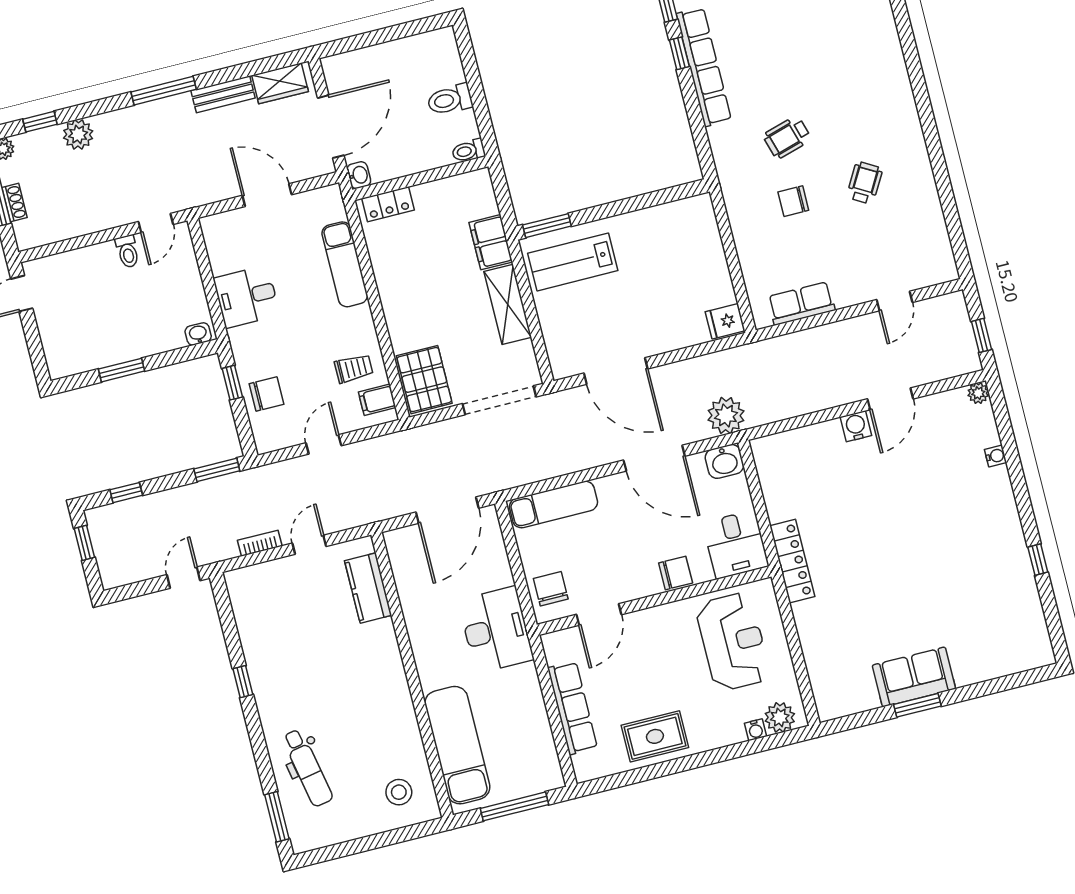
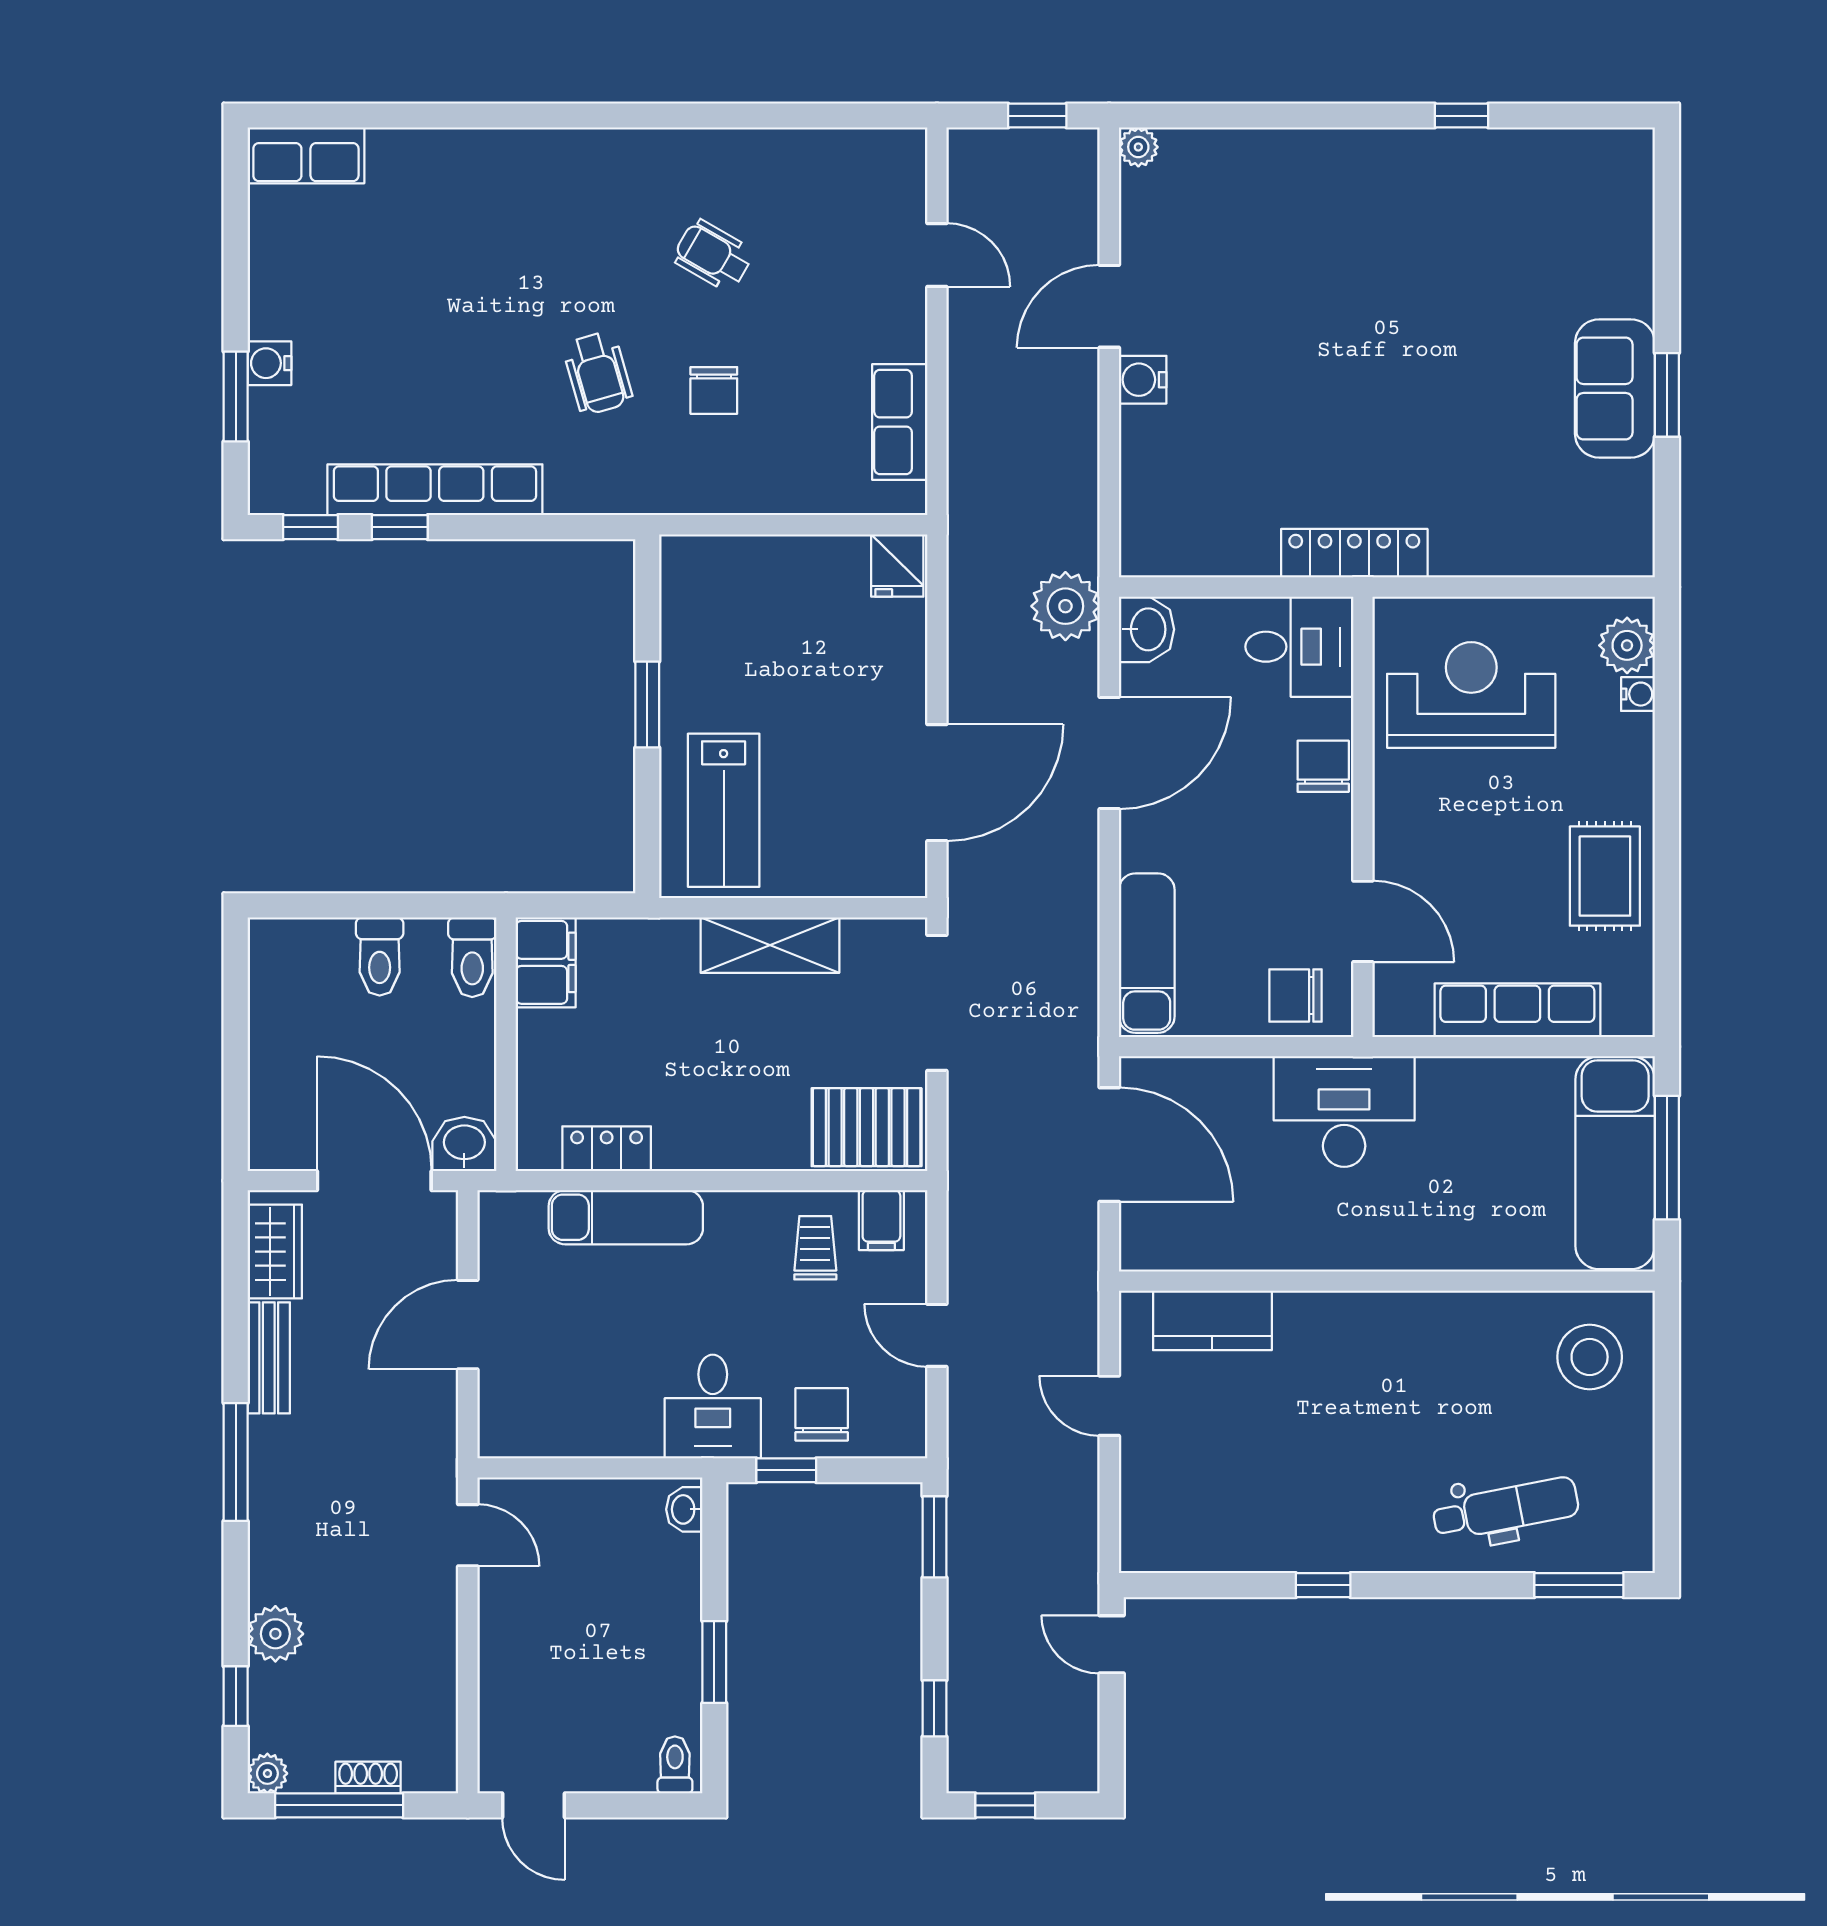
toilet: (468, 151) -> (472, 957), width x1.37, depth x1.39
washbasin: (359, 175) -> (464, 1144), width x1.38, depth x1.45
locker: (388, 204) -> (607, 1149), moved, turned -90
window: (547, 226) -> (647, 705), moved
filing cabinet: (491, 242) -> (546, 962), moved, turned -90
toilet: (127, 251) -> (675, 1765), moved, turned -90
desk: (247, 297) -> (713, 1406), moved
door: (890, 399) -> (1109, 306), swing flipped
water cooler: (996, 456) -> (1258, 144), removed
bookcase: (260, 543) -> (1084, 1493), removed
exam couch: (457, 745) -> (1615, 1163), moved, turned -90
stool: (399, 792) -> (1590, 1357), width x1.38, depth x1.38

